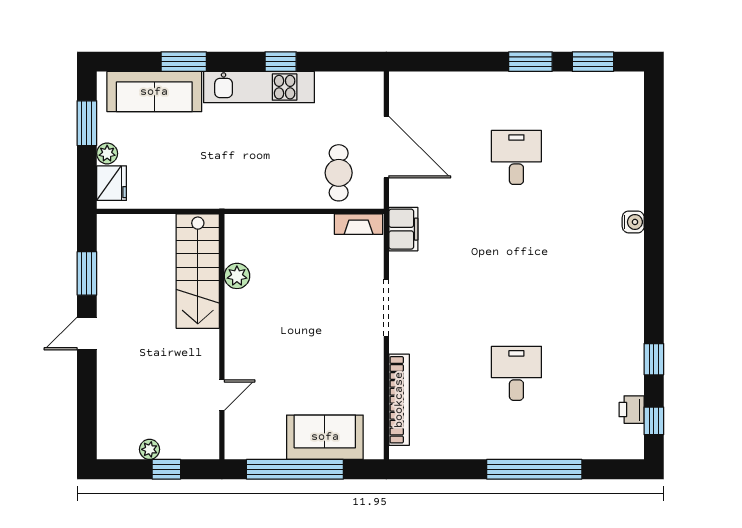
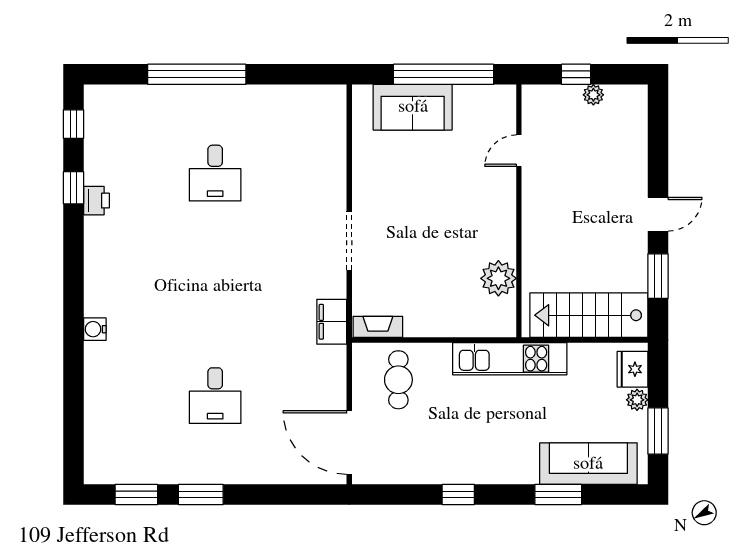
kitchen unit: (259, 87) -> (510, 359), moved, turned 180
door: (386, 147) -> (349, 442), moved
stairs: (198, 271) -> (589, 315), moved, turned -90
plant: (237, 276) -> (498, 278), width x1.36, depth x1.36
bookcase: (399, 400) -> (336, 146), removed
printer: (632, 410) -> (96, 201), moved

